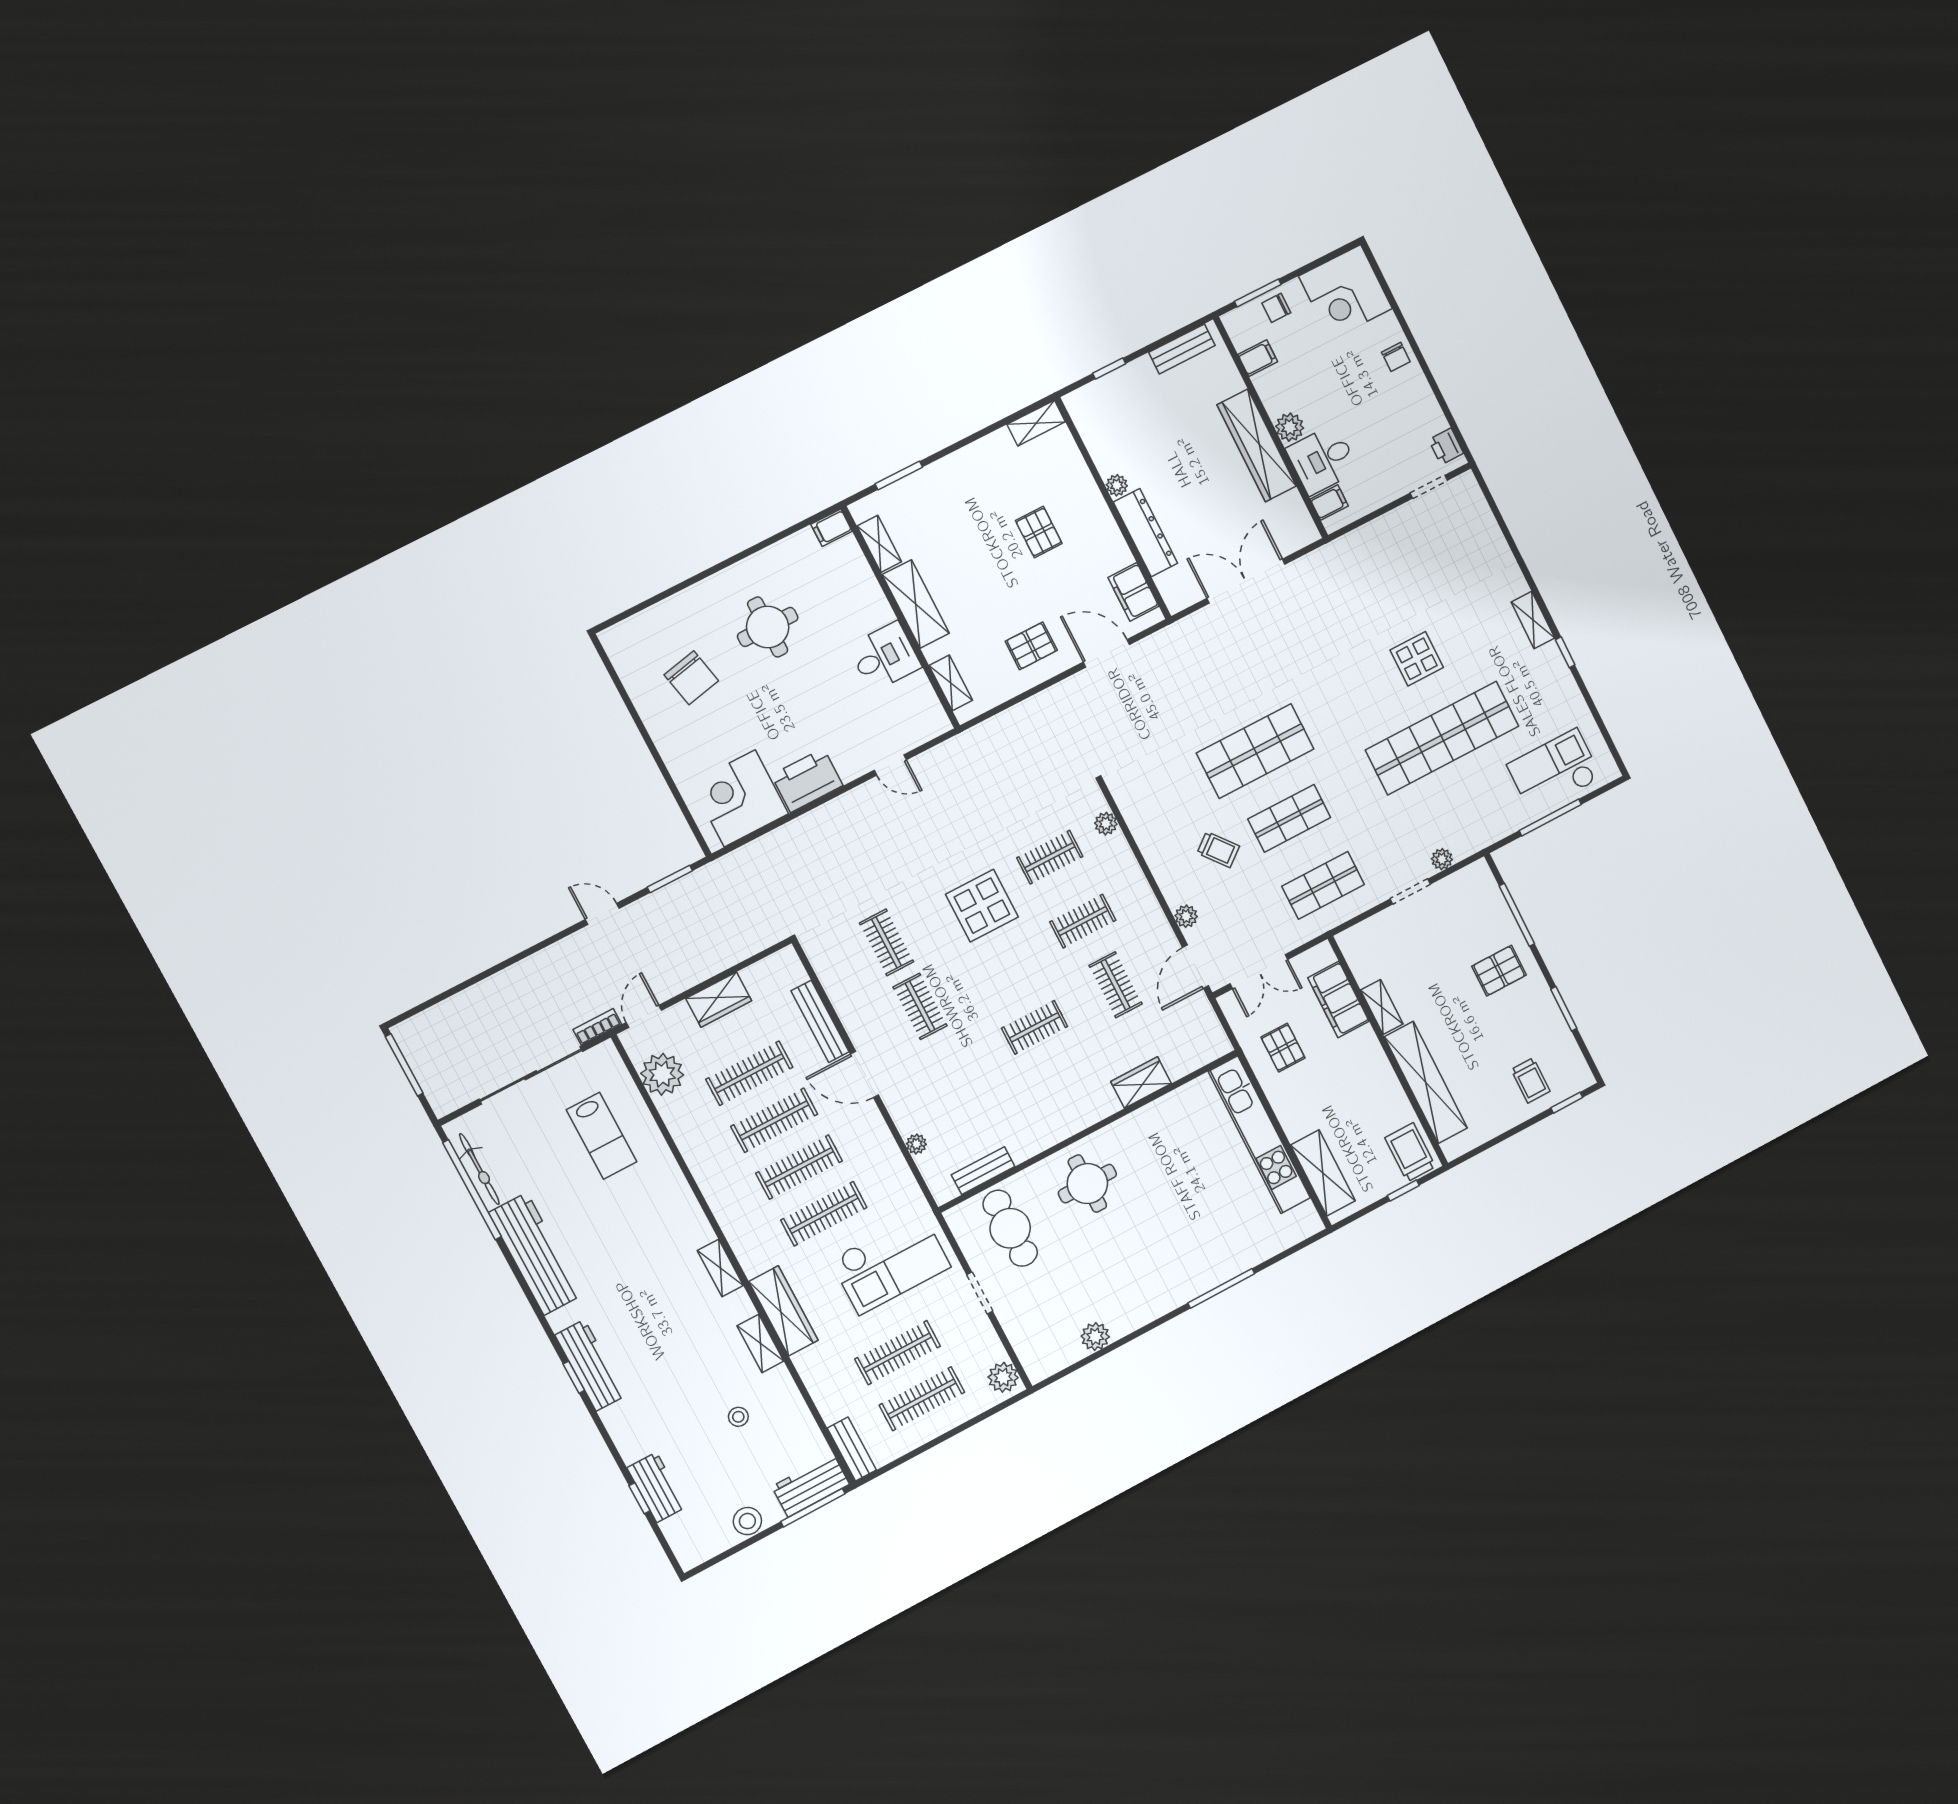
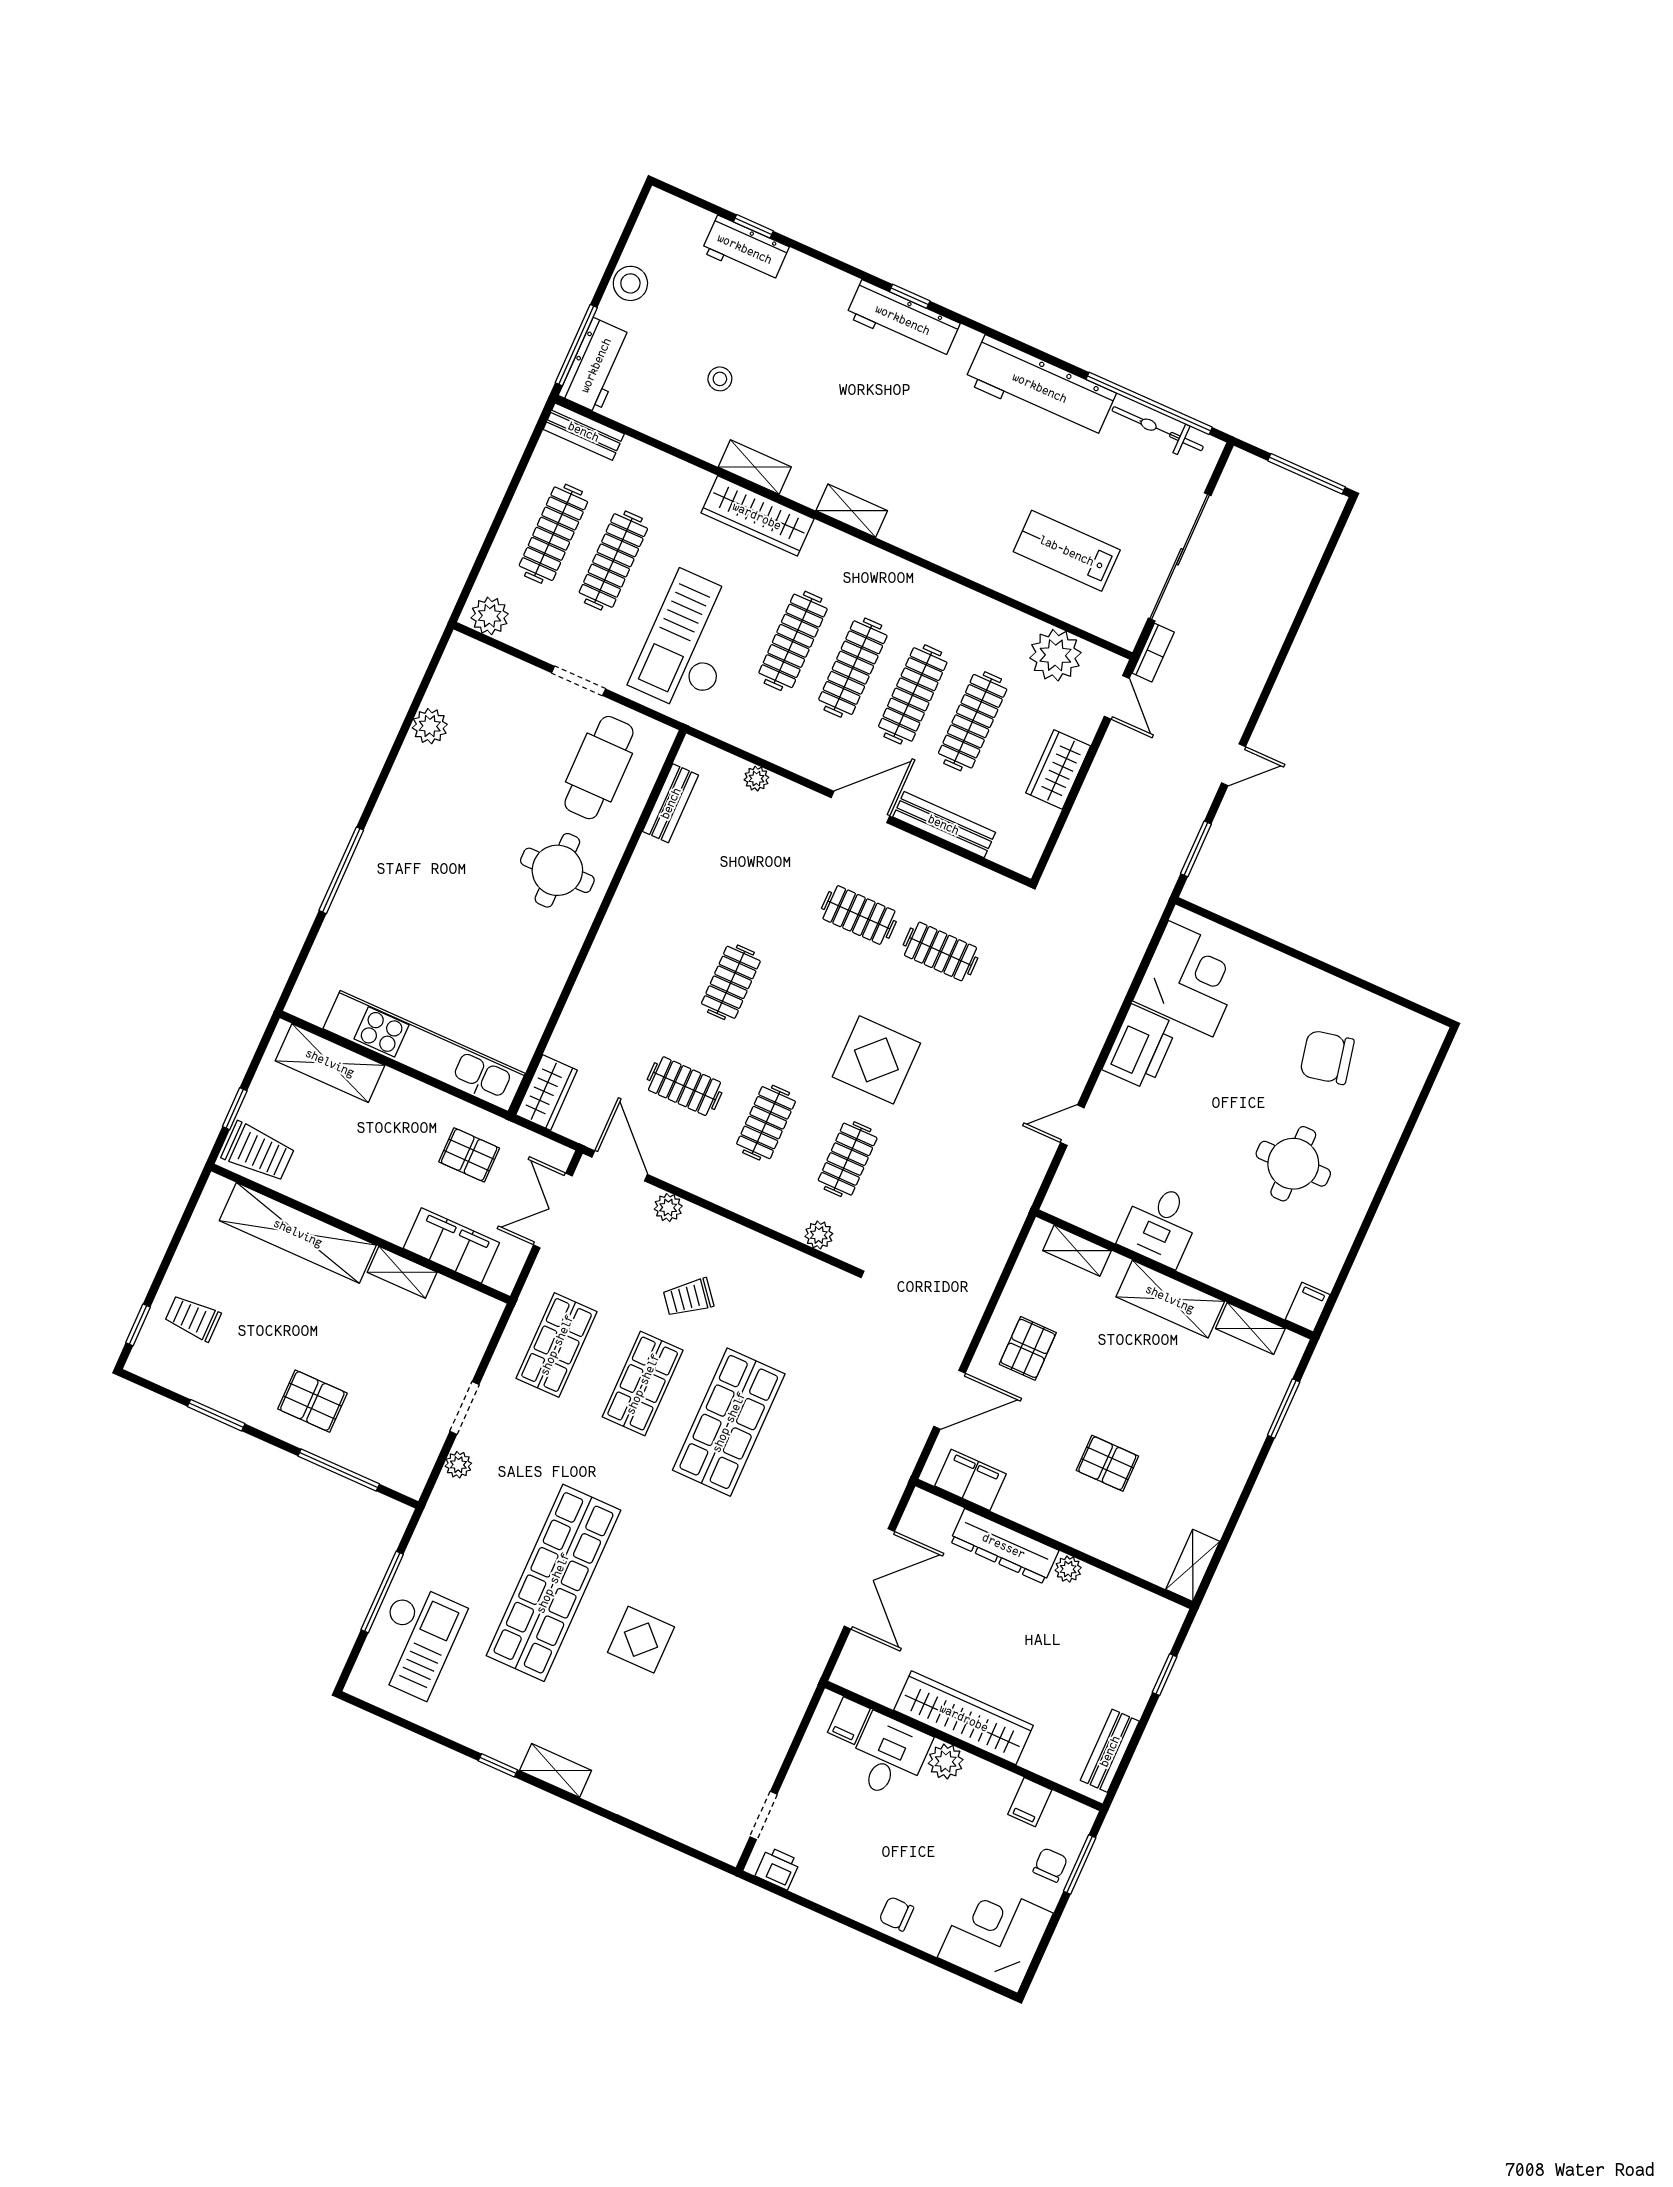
pallet: (1499, 971) -> (312, 1401), turned 90
wardrobe: (1141, 1082) -> (547, 1093), moved
cafe table: (1010, 1228) -> (599, 768), turned 90

